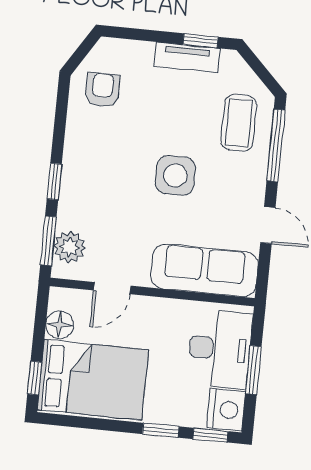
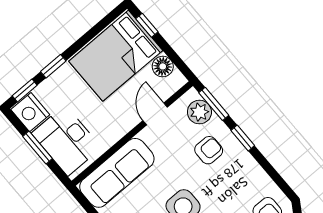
armchair: (98, 203) -> (209, 150), added

